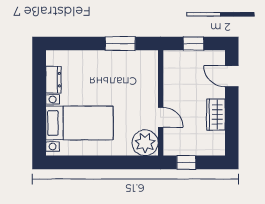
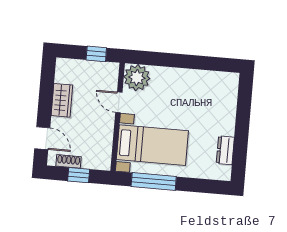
window: (120, 44) -> (154, 182), width x1.44
shoe rack: (204, 56) -> (69, 161), added
bed with nightstands: (79, 123) -> (152, 145), moved, turned 180

